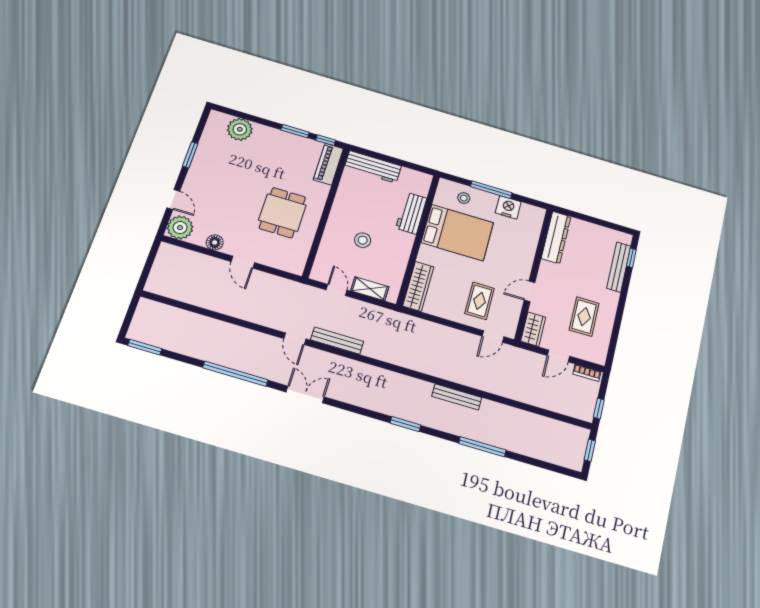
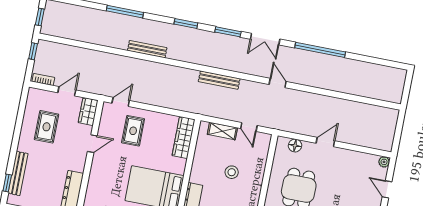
plant: (180, 228) -> (384, 162), width x0.53, depth x0.53
floor lamp: (215, 242) -> (295, 146), moved
door: (243, 262) -> (325, 142), hinge flipped
bench: (337, 341) -> (219, 80), moved
window: (145, 347) -> (228, 32), moved

